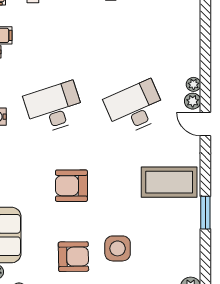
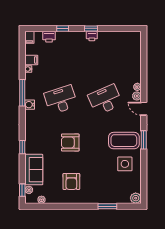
window: (205, 213) -> (144, 140), moved
side table: (118, 248) -> (125, 164), moved
armchair: (73, 257) -> (71, 181), turned 91

